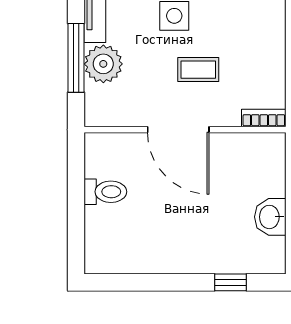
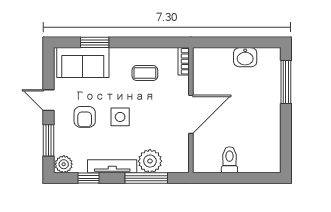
coffee table: (198, 70) -> (145, 73), moved, turned 90
window: (230, 282) -> (286, 82), width x2.17

